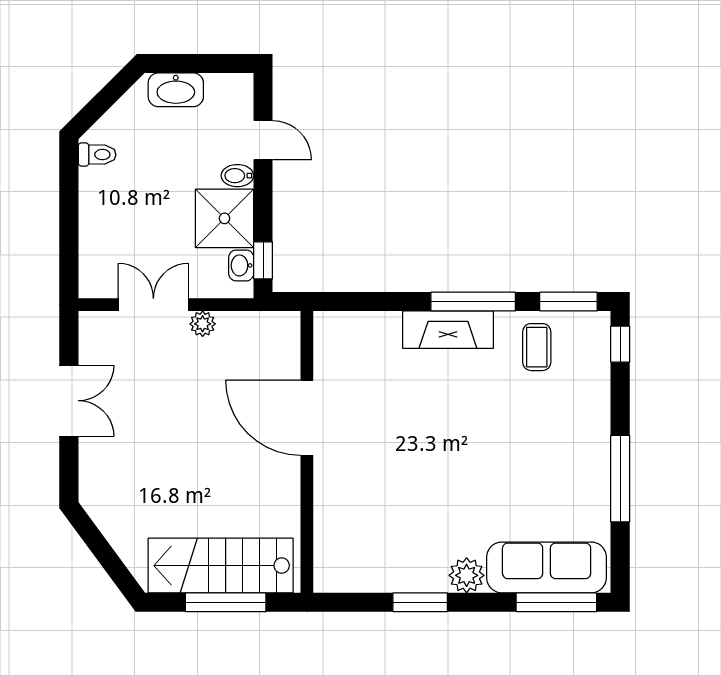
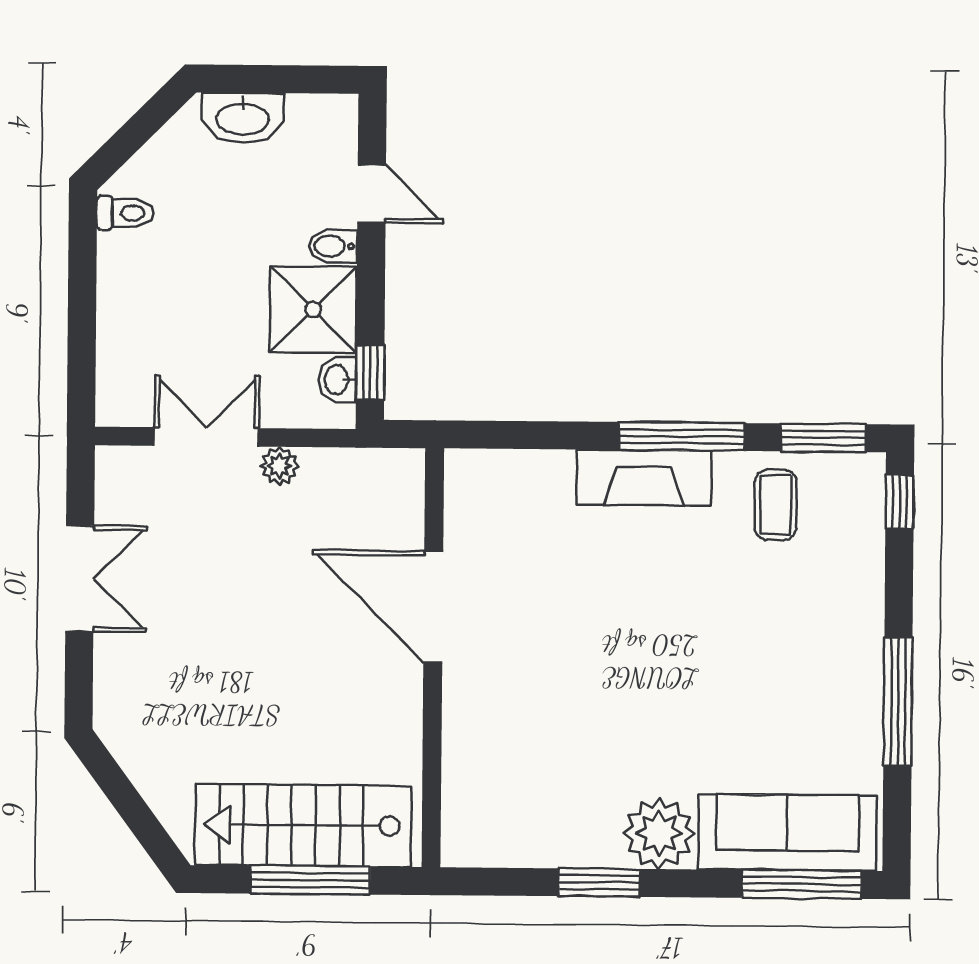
plant: (467, 575) -> (659, 833), width x1.36, depth x1.36

